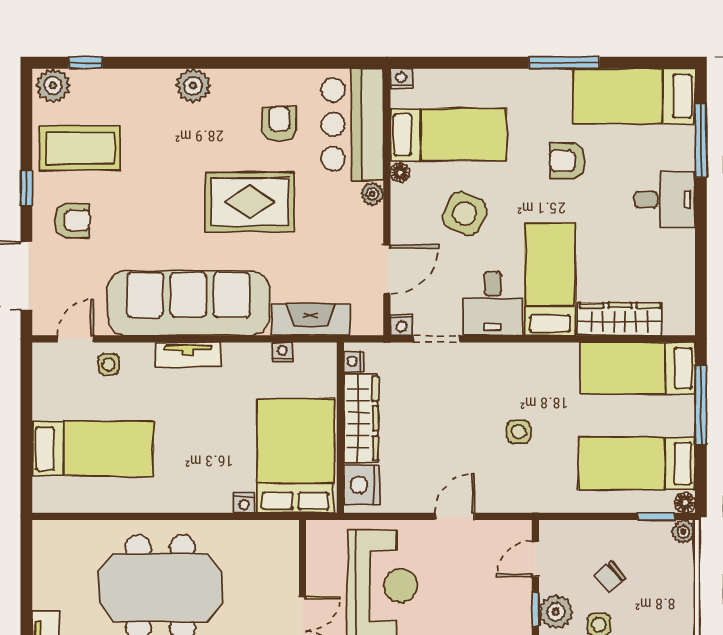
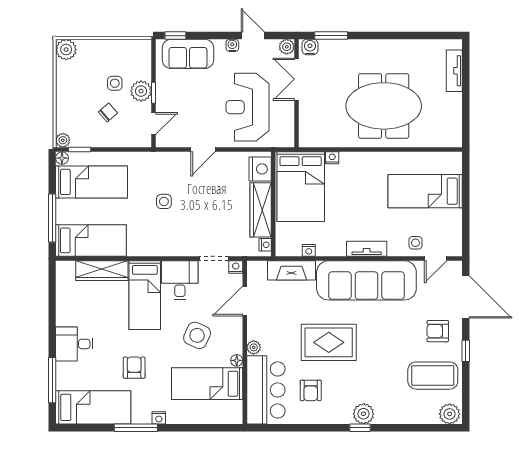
window: (86, 63) -> (360, 428), moved
nightstand: (401, 79) -> (159, 418), moved
armchair: (567, 161) -> (134, 368), turned -90

